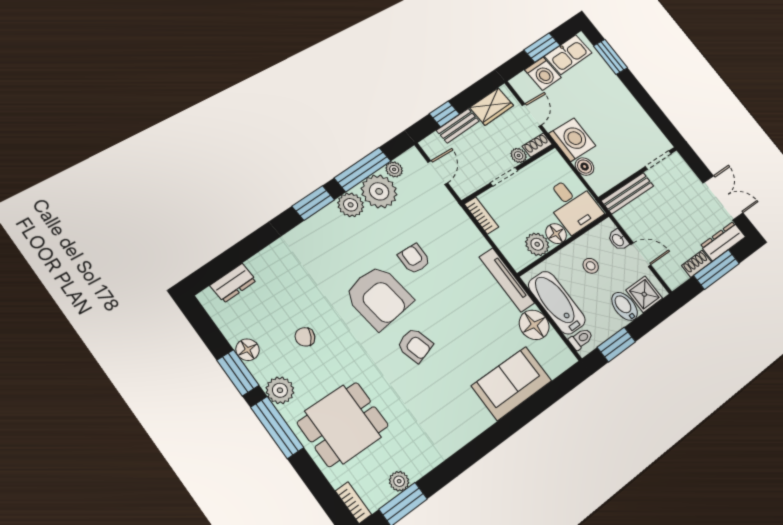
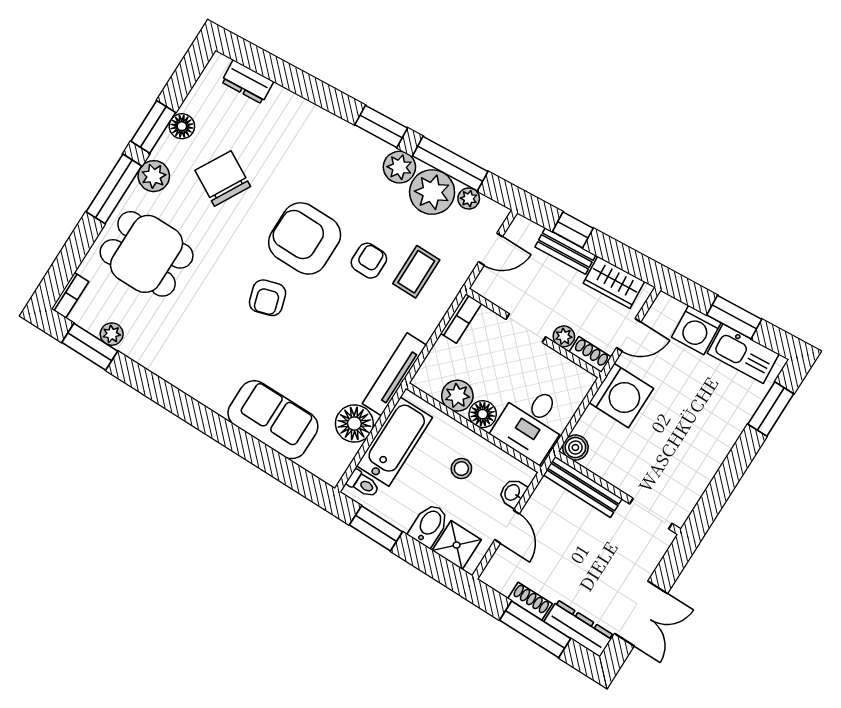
boiler: (585, 167) -> (575, 448), moved
coffee table: (435, 230) -> (416, 272), added
armchair: (379, 297) -> (305, 238), turned 98
chair: (305, 337) -> (223, 178), width x1.87, depth x1.87

